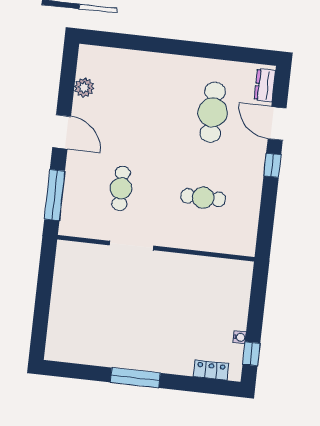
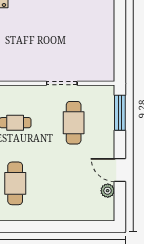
door: (62, 132) -> (120, 170), moved
cafe table: (121, 188) -> (74, 123), width x1.37, depth x1.35

